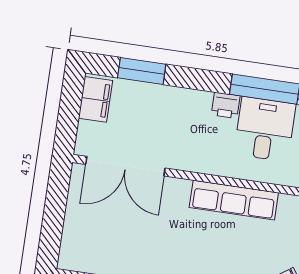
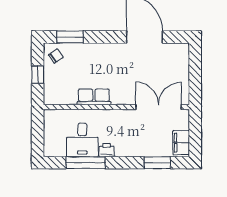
row of seats: (234, 200) -> (94, 97), width x0.68

